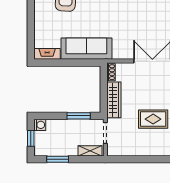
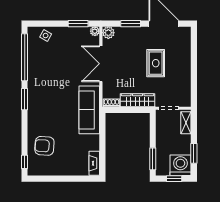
sofa: (86, 49) -> (89, 110), moved
window: (79, 116) -> (153, 159), moved
washing machine: (40, 125) -> (180, 165), moved, width x1.89, depth x1.89

